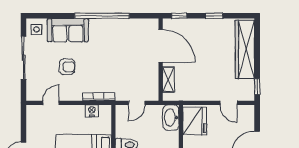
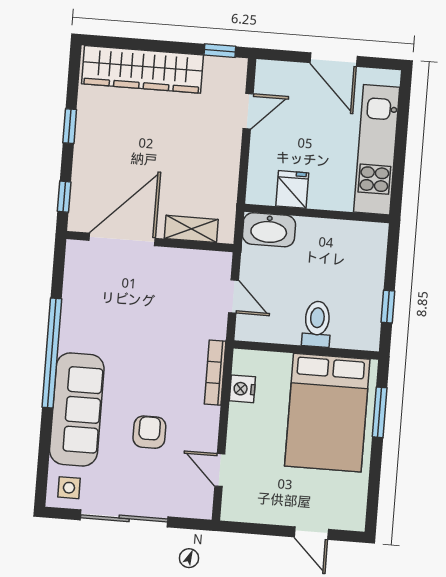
sofa: (68, 30) -> (77, 409), width x1.36
fridge: (195, 121) -> (292, 189), width x0.53, depth x0.75

